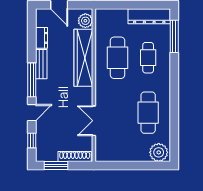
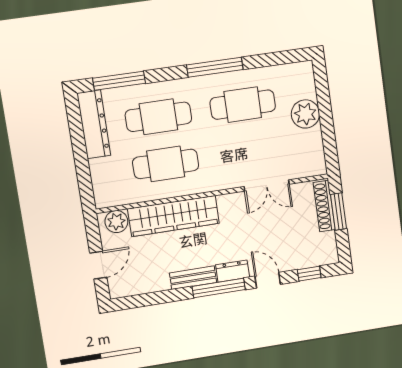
dresser: (42, 38) -> (233, 271), moved
cafe table: (148, 58) -> (158, 117), width x1.37, depth x1.35
window: (174, 98) -> (215, 67), added
plant: (159, 152) -> (305, 114), moved
window: (56, 166) -> (339, 212), moved

